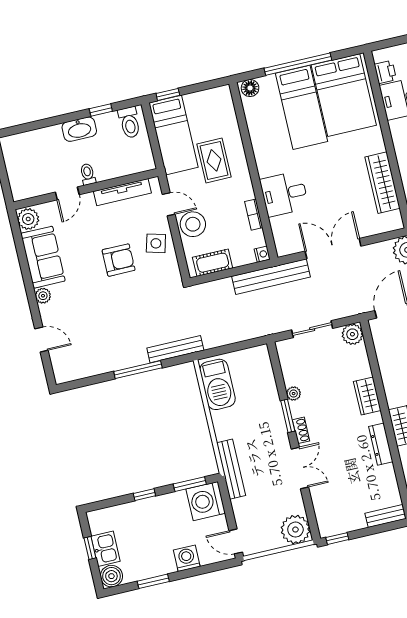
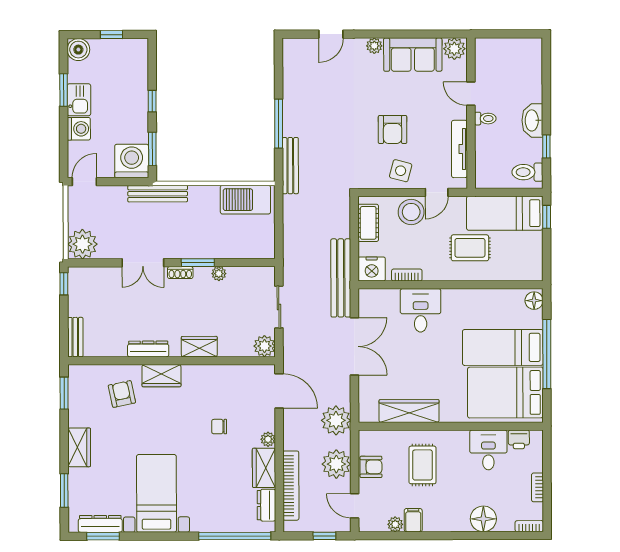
nightstand: (262, 254) -> (372, 269), width x1.89, depth x1.79
kitchen sink: (106, 549) -> (79, 100), moved, turned -90

